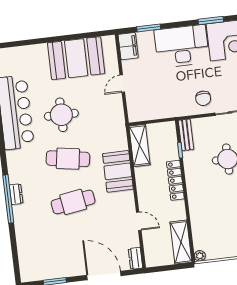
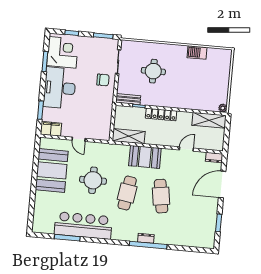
round table: (61, 115) -> (93, 180), moved

